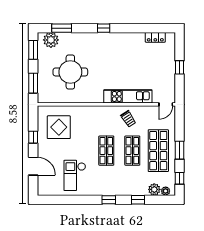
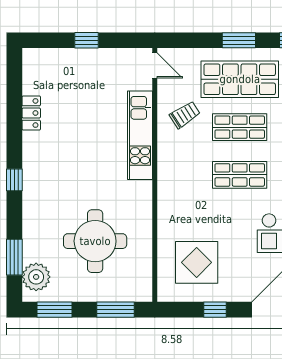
locker: (155, 37) -> (31, 113), moved
trolley: (128, 119) -> (185, 115), moved

